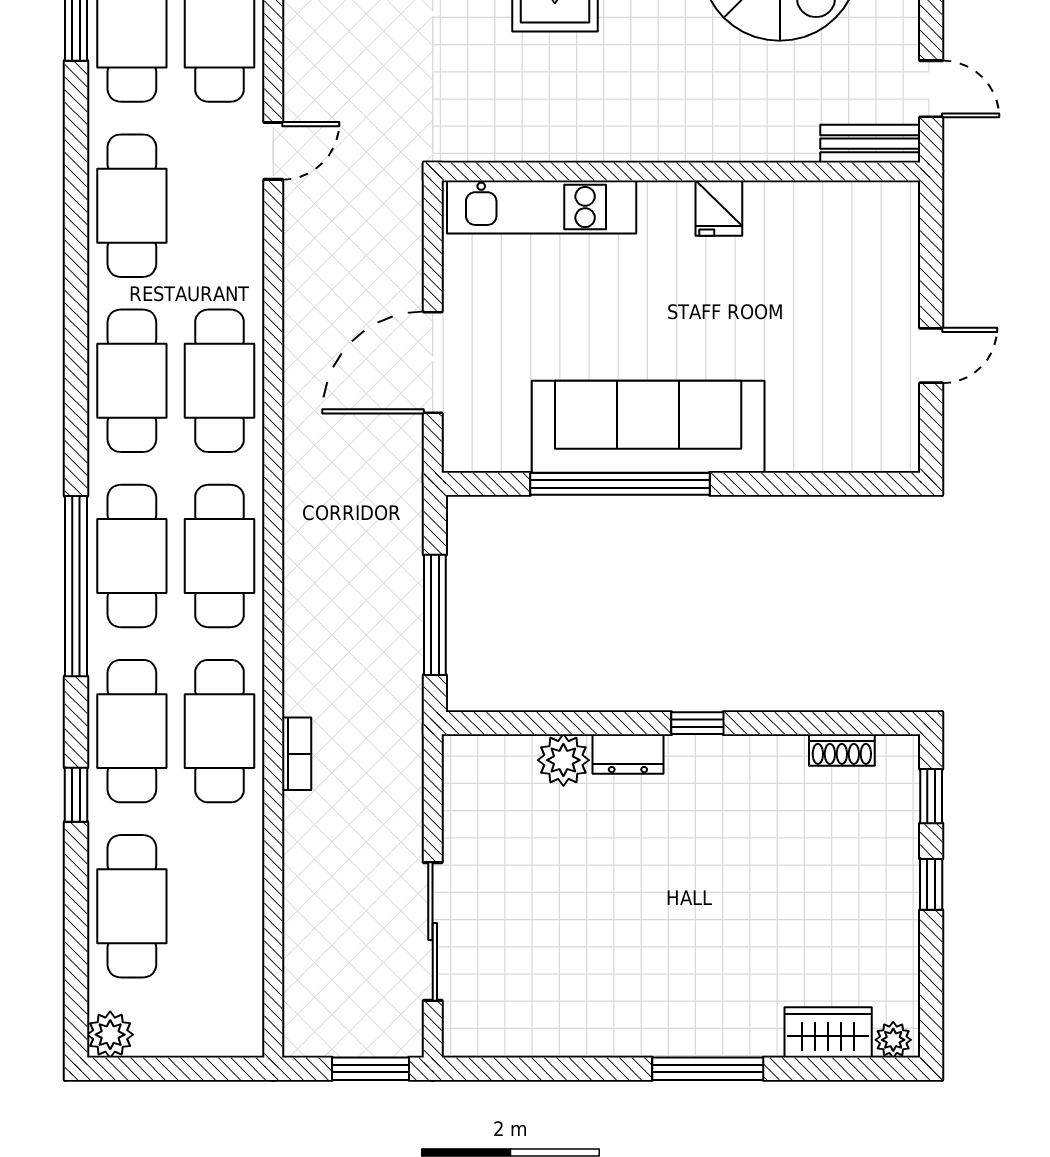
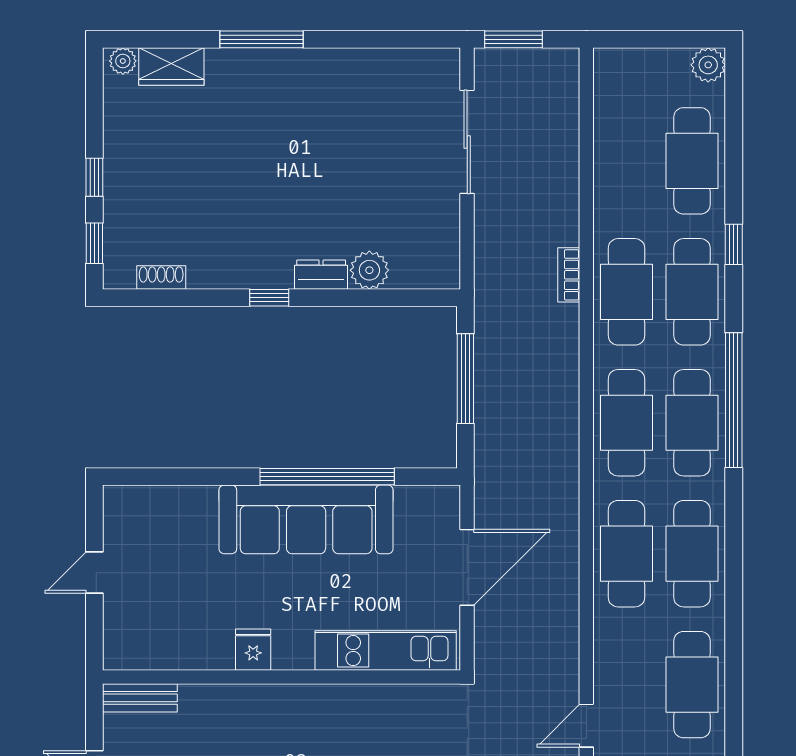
bench: (870, 144) -> (140, 698), moved
wall: (681, 172) -> (282, 677), moved
kitchen unit: (542, 207) -> (386, 651), moved
fridge: (719, 208) -> (253, 650), moved

